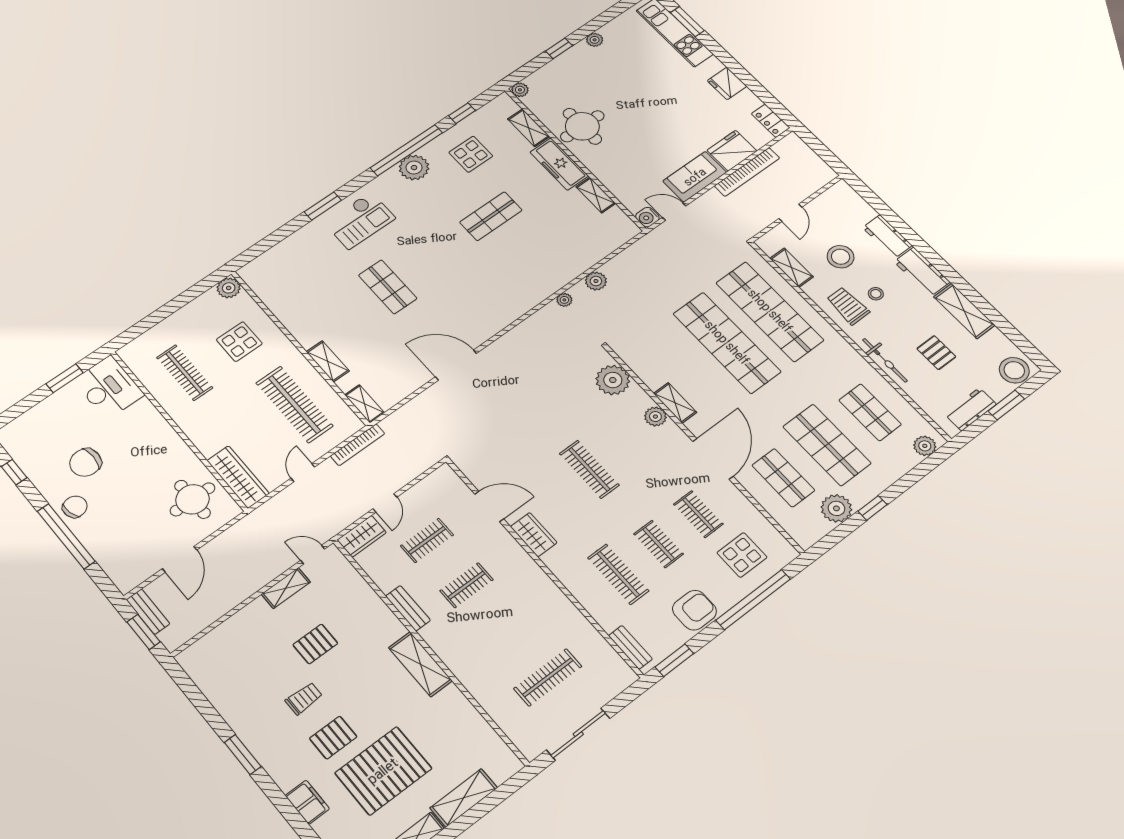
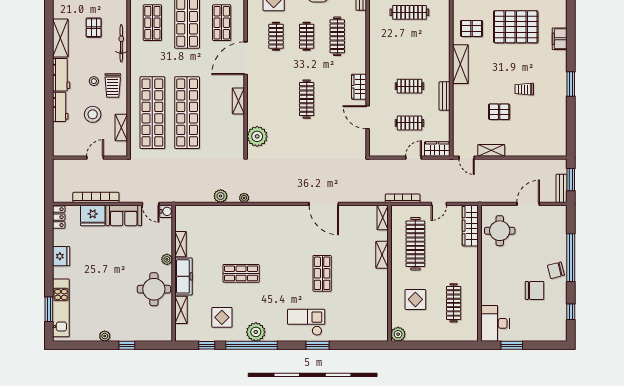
plant: (520, 90) -> (167, 259), moved
plant: (655, 417) -> (253, 101), removed
pallet: (333, 738) -> (471, 28), moved

